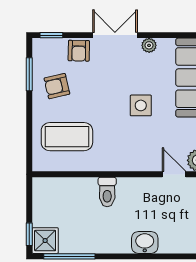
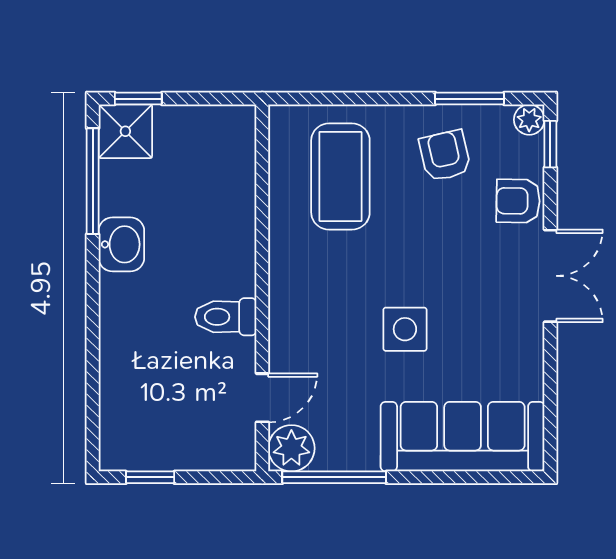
plant: (149, 45) -> (529, 120), moved
toilet: (107, 192) -> (226, 317), moved
washbasin: (145, 242) -> (121, 244), moved

